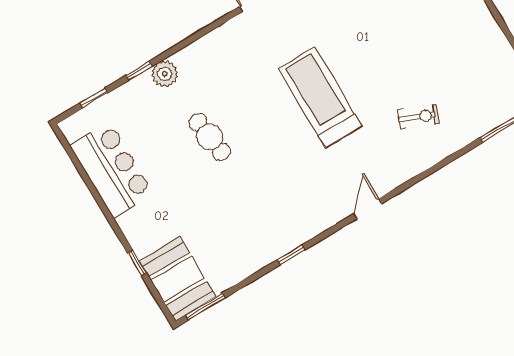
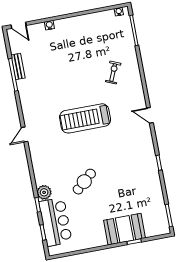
cafe table: (210, 137) -> (84, 182), turned -34
bar counter: (112, 169) -> (55, 222), moved, turned 90
booth: (178, 279) -> (124, 229), moved

